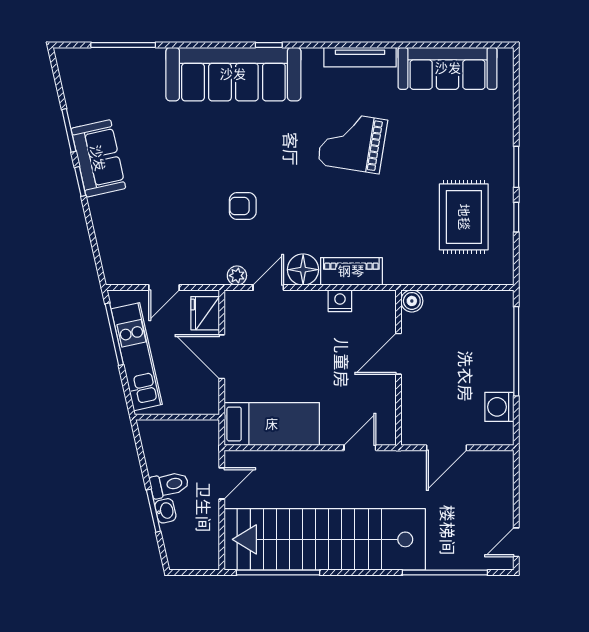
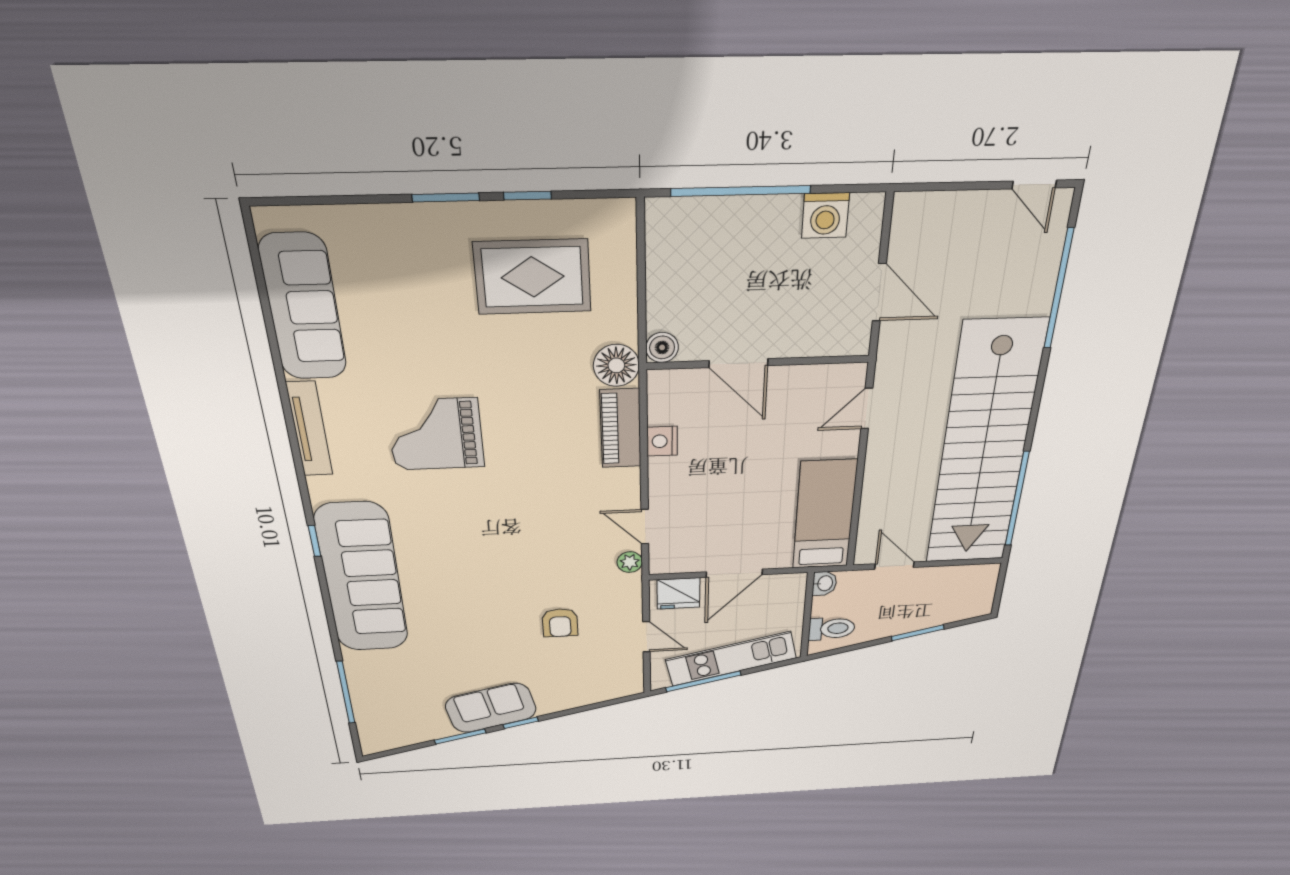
grand piano: (352, 142) -> (436, 434), turned 81
armchair: (243, 206) -> (560, 623), moved
floor lamp: (303, 270) -> (616, 365), moved
door: (360, 448) -> (867, 408), hinge flipped
toilet: (169, 485) -> (832, 629), moved, turned 103
washbasin: (165, 511) -> (824, 583), moved, turned 103

